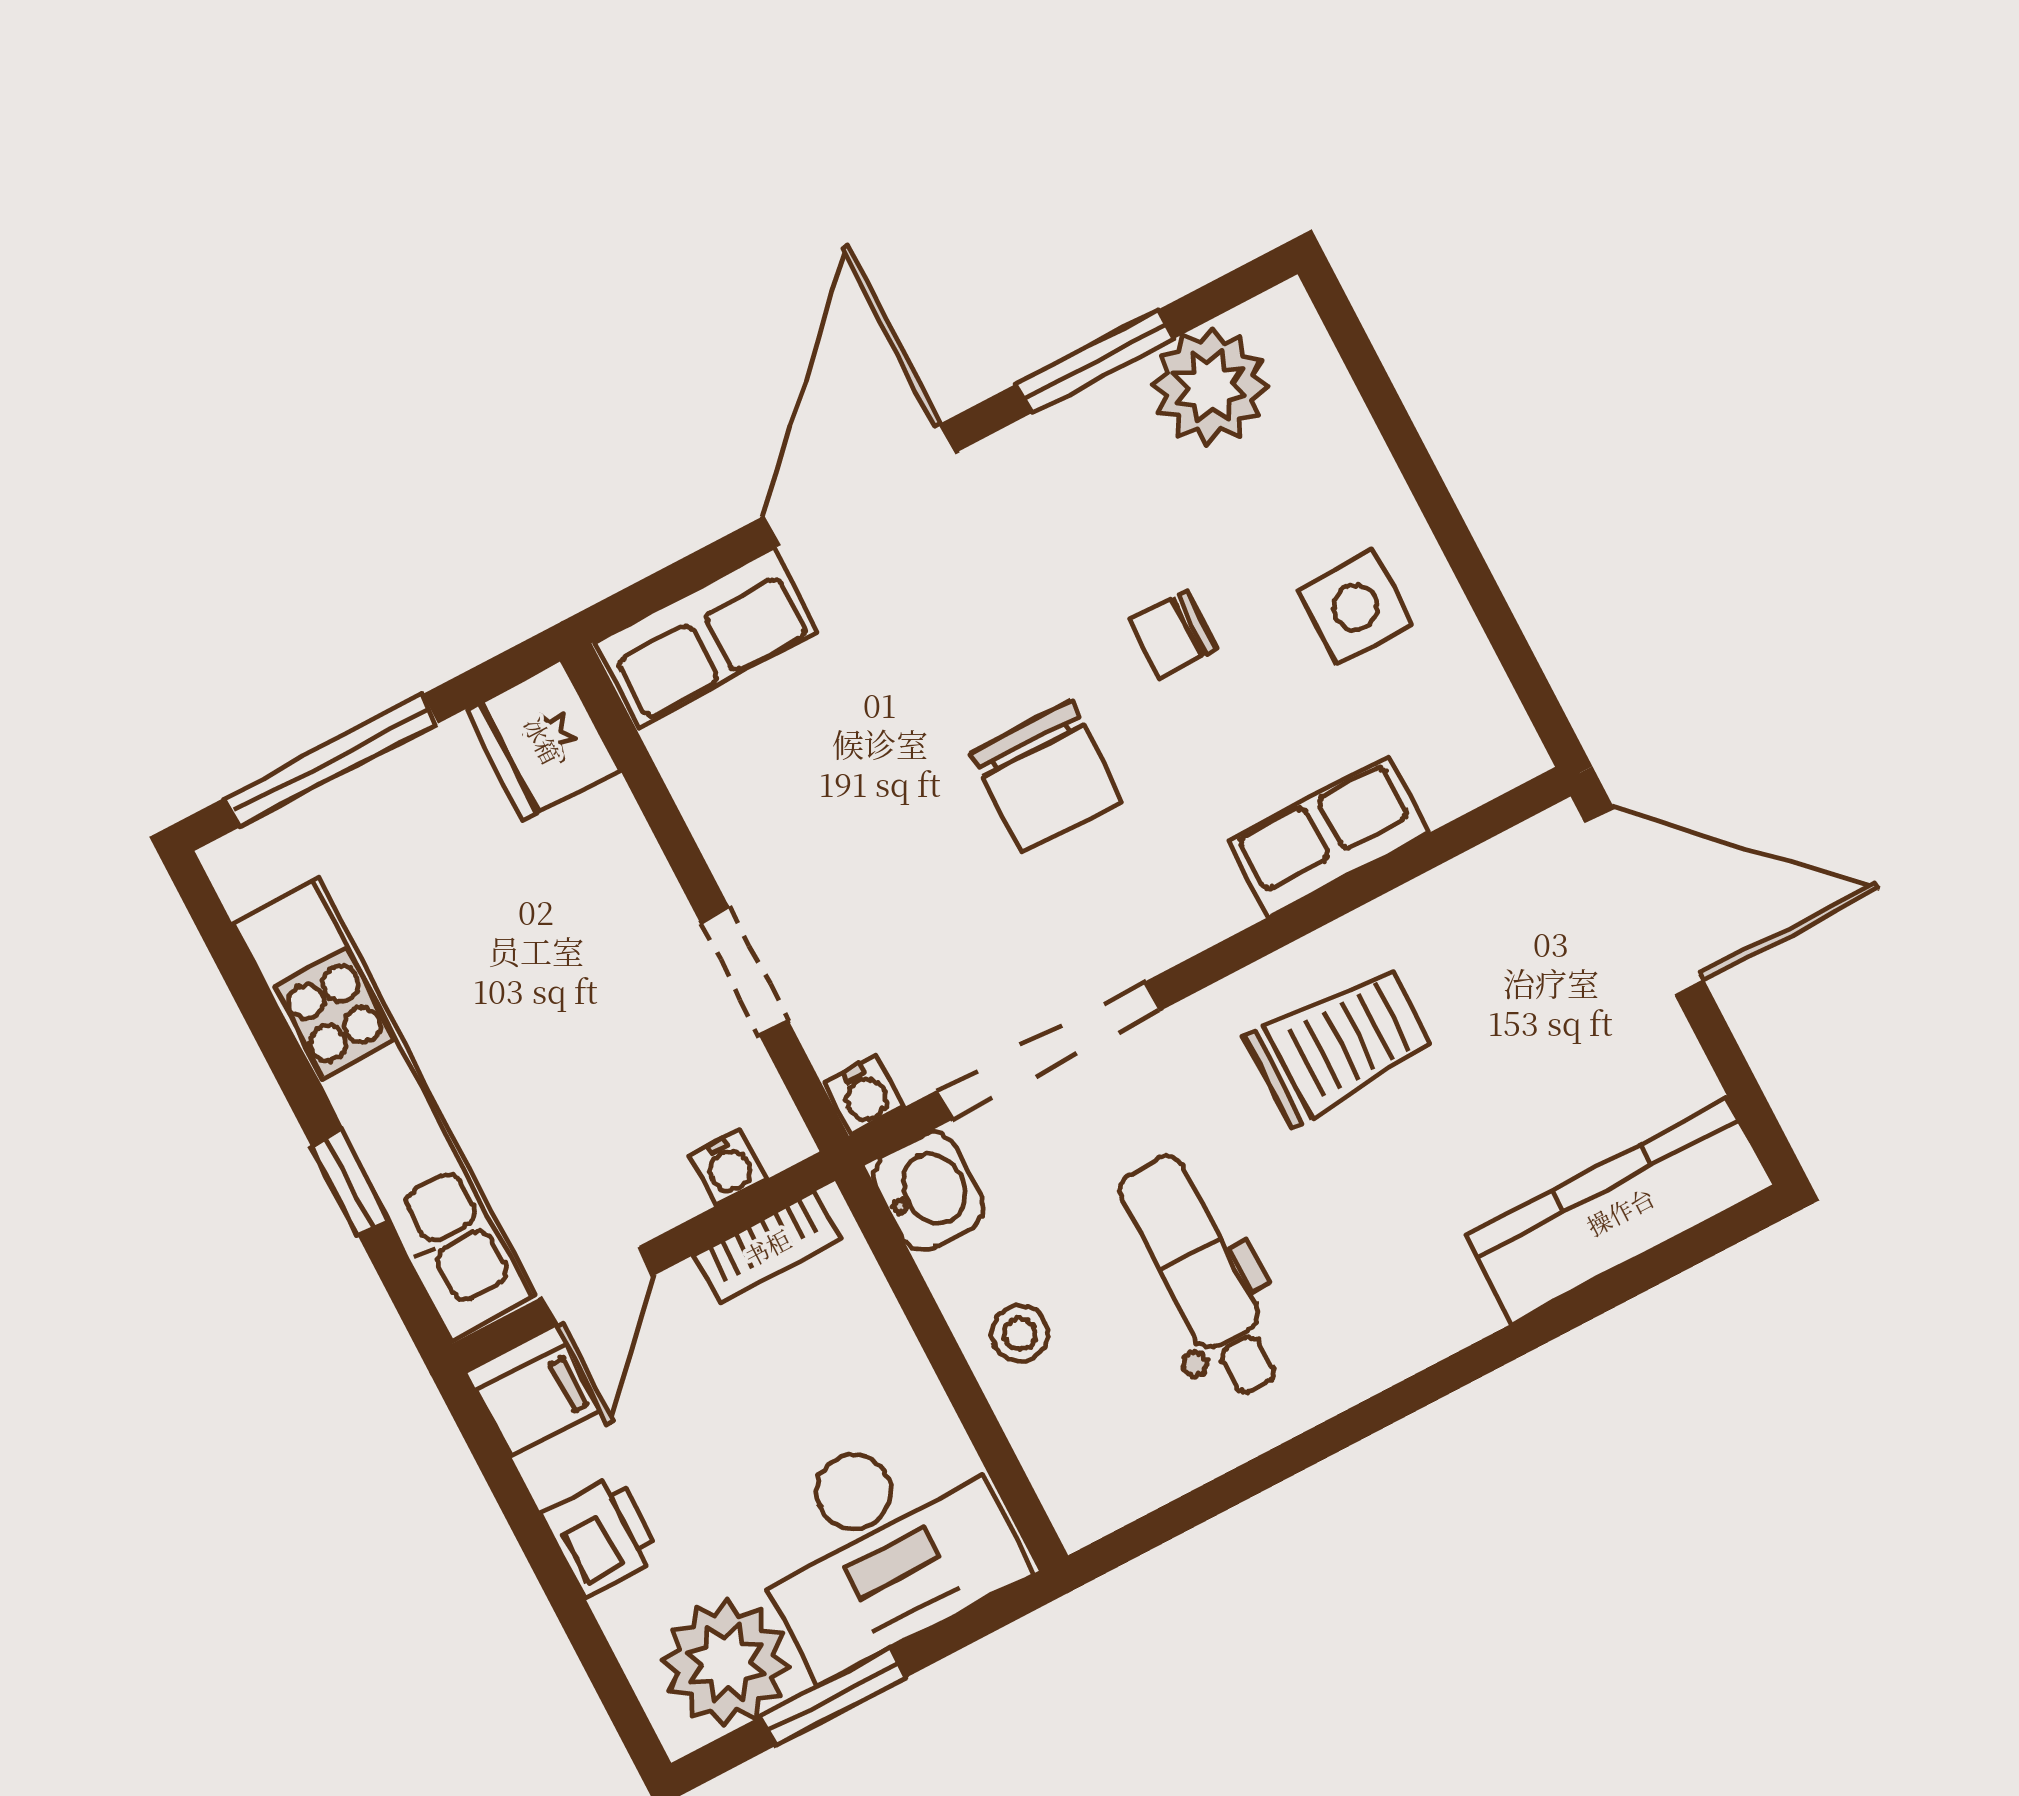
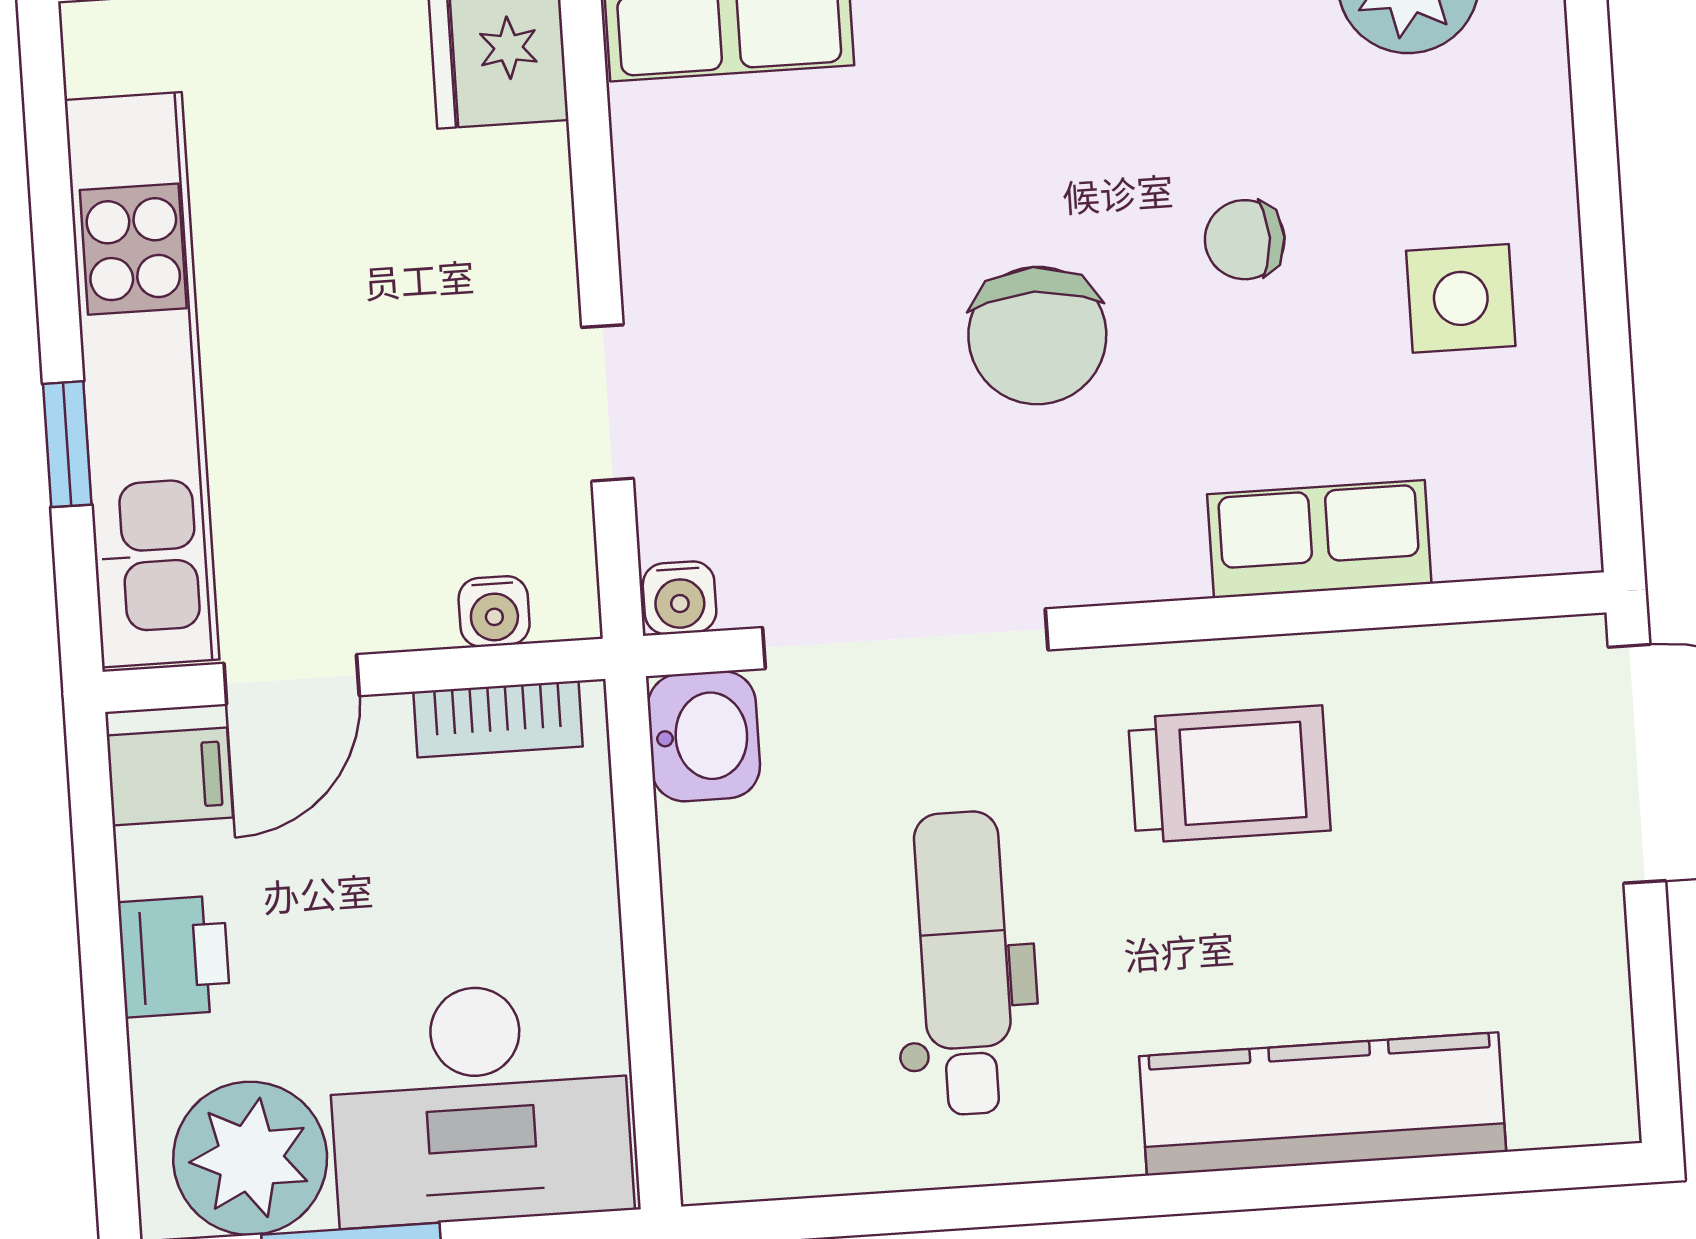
kitchen counter: (1620, 1211) -> (1323, 1104), moved
stool: (1020, 1333) -> (736, 938), removed

